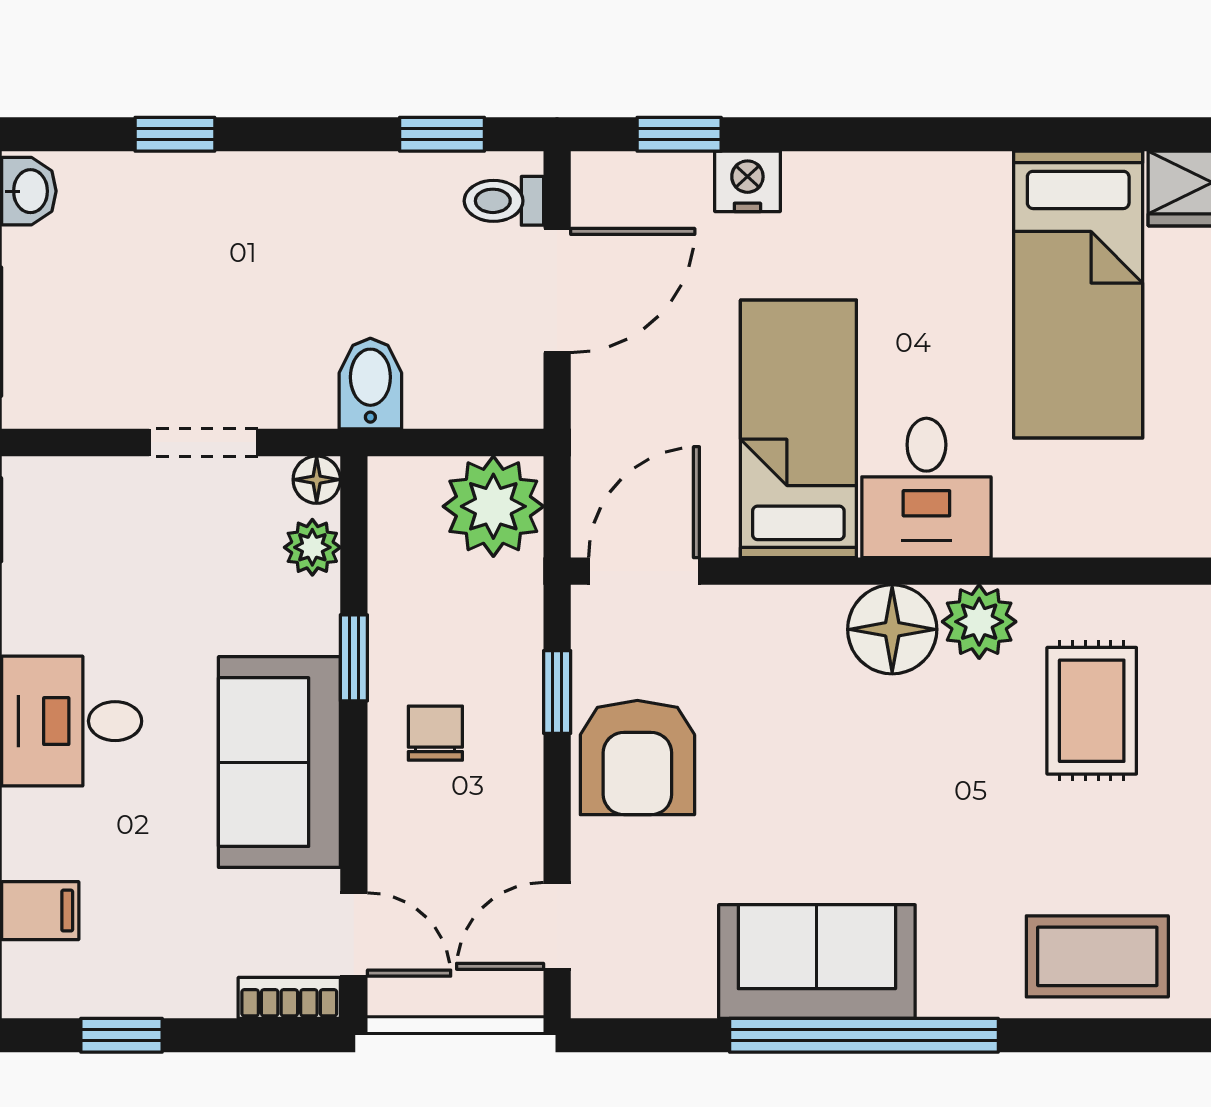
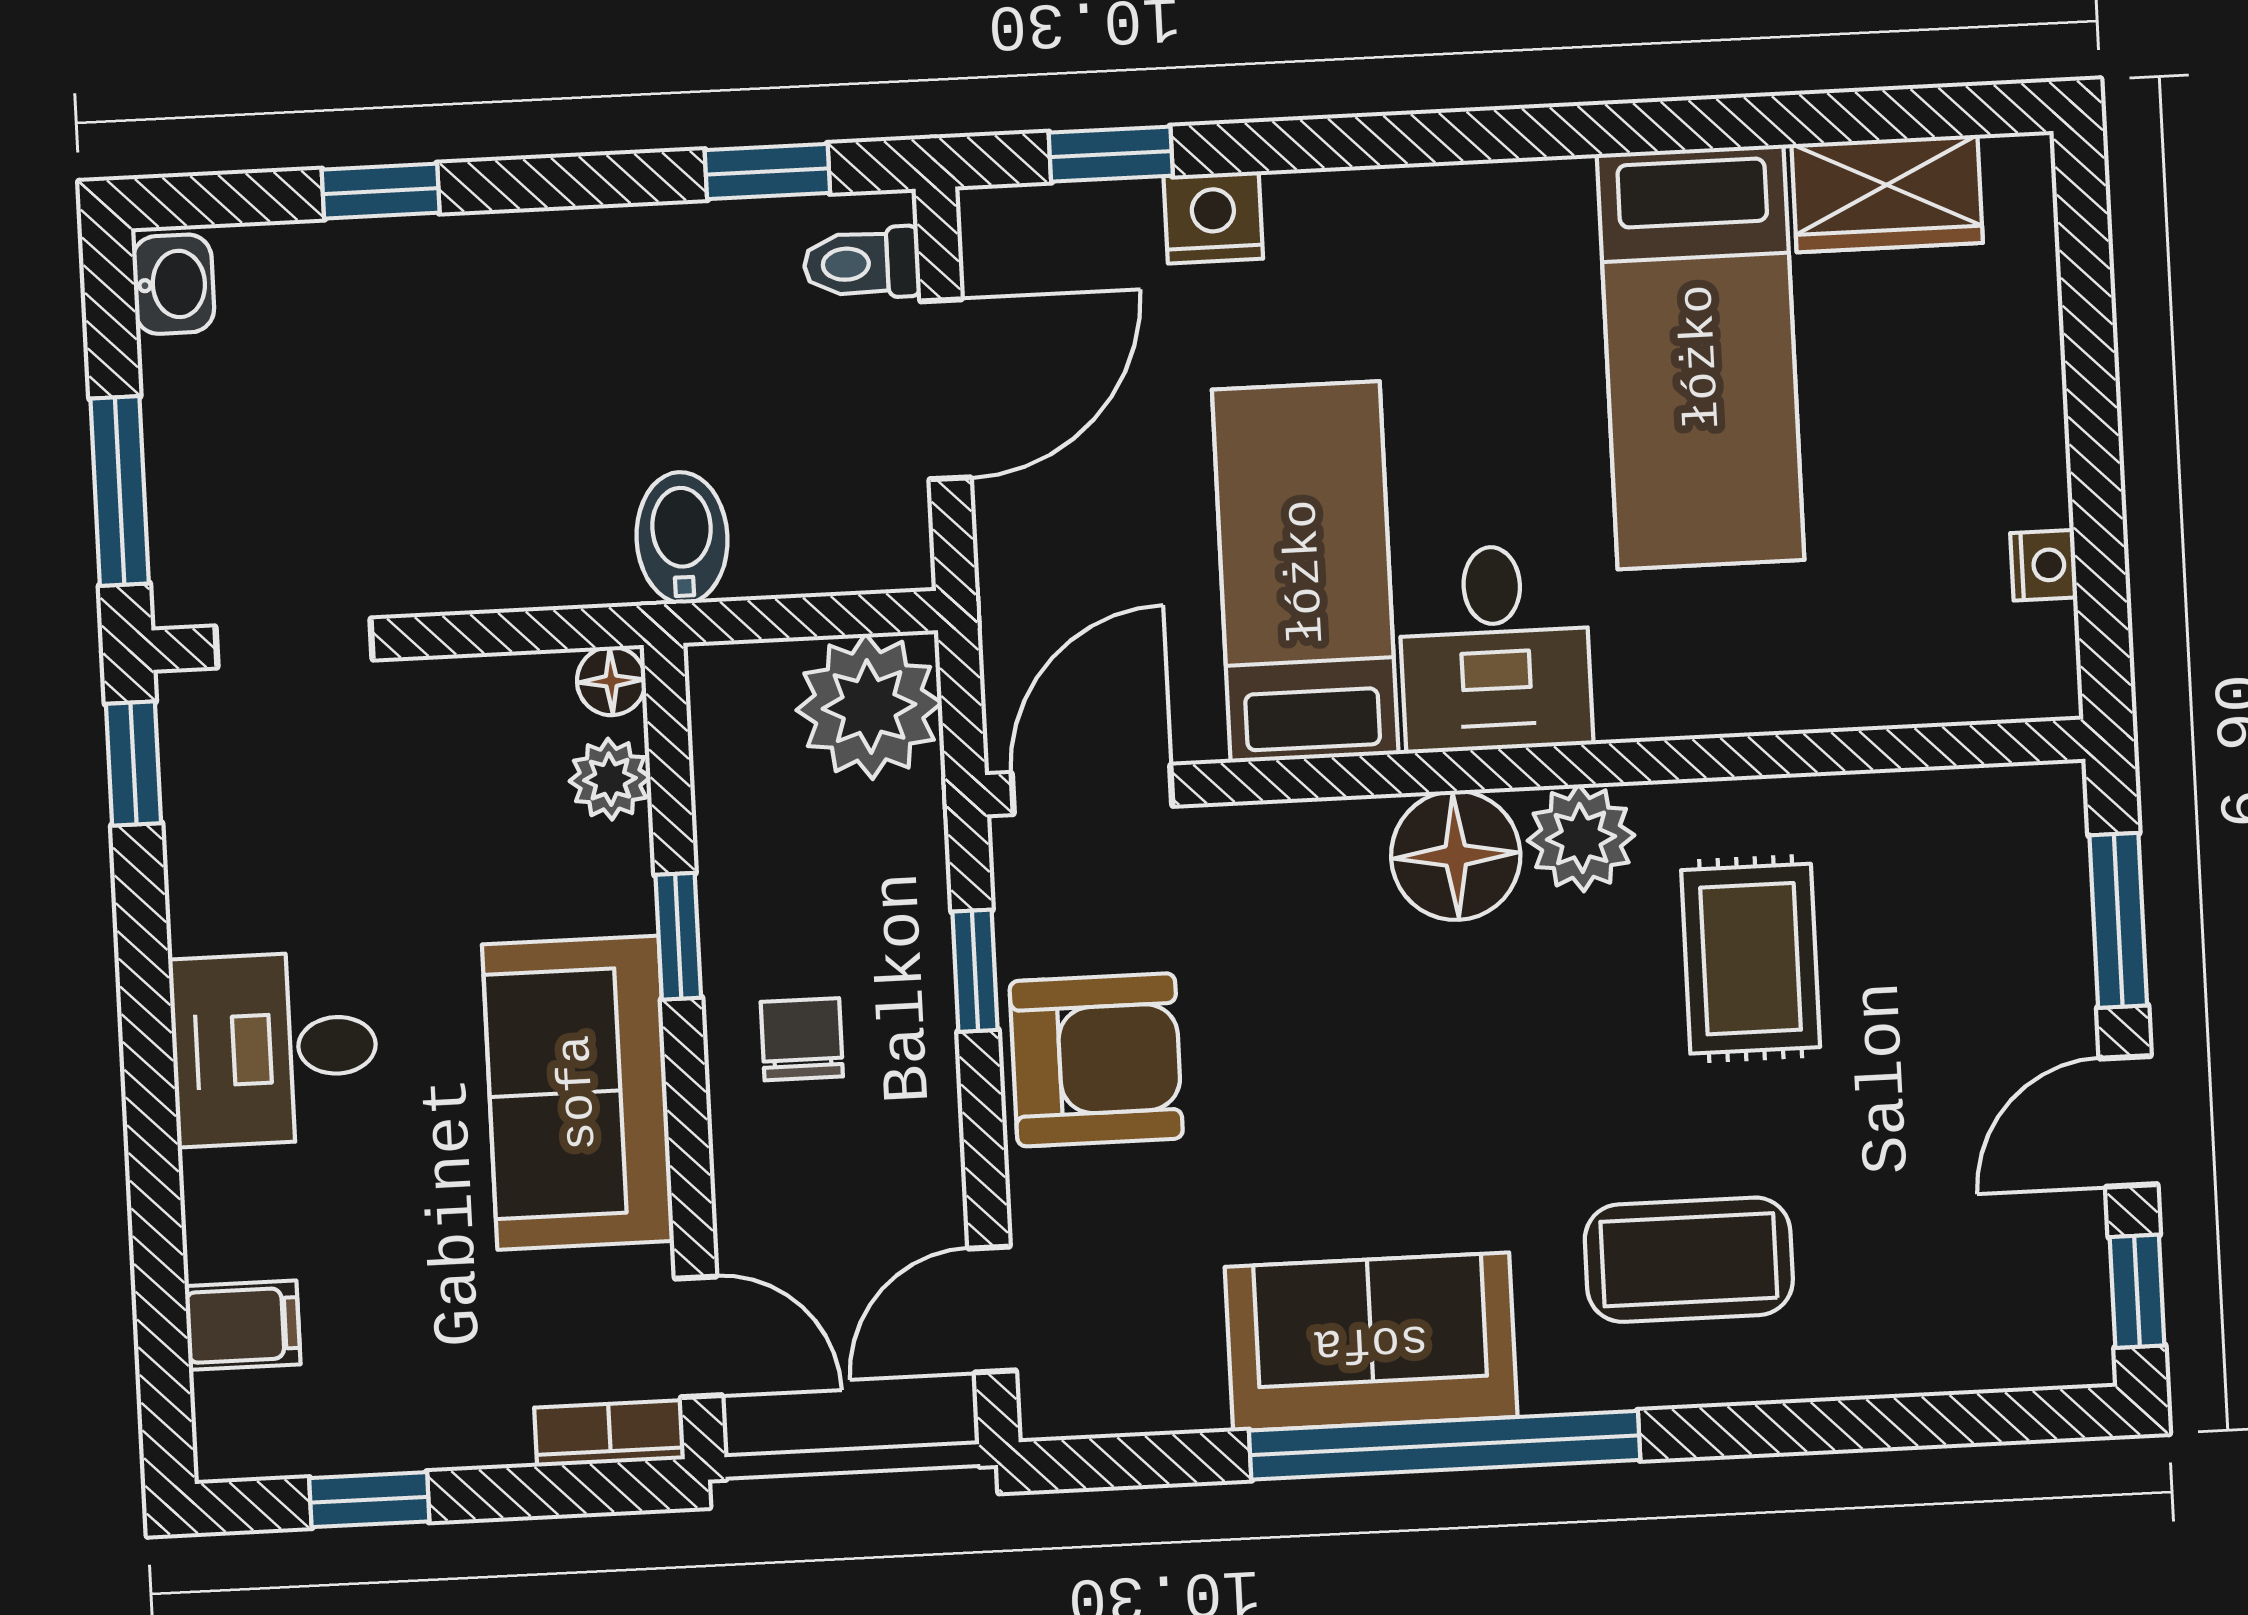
doorway: (203, 442) -> (294, 643), moved
armchair: (637, 758) -> (1096, 1060), turned -90
coffee table: (1097, 956) -> (1689, 1260), moved

